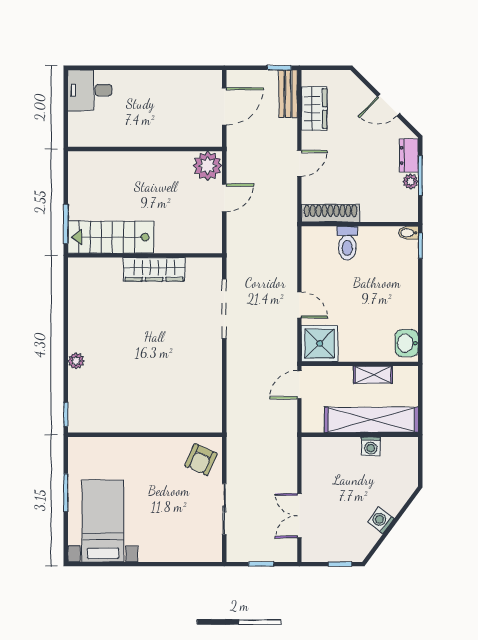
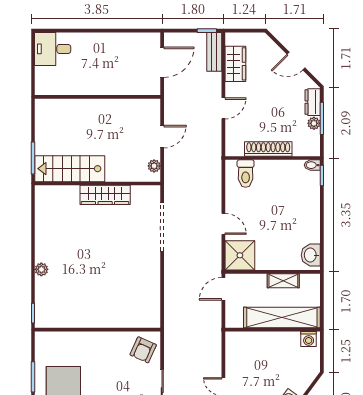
plant: (208, 166) -> (154, 166), moved, width x0.53, depth x0.53
shoe rack: (330, 213) -> (268, 149), moved
toilet: (347, 243) -> (246, 174), moved
washing machine: (371, 446) -> (309, 339), moved

